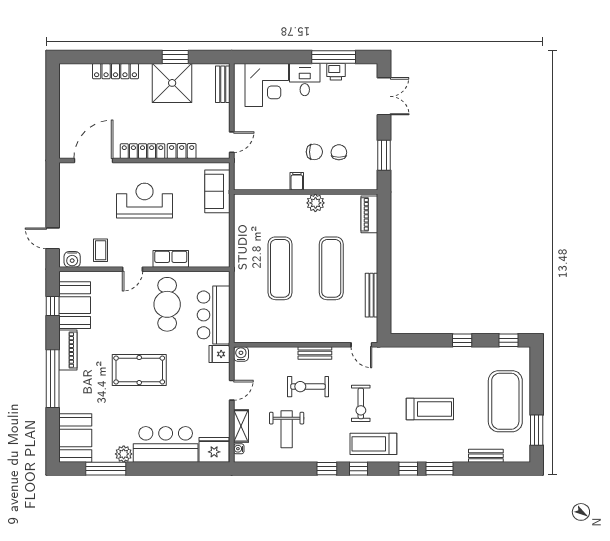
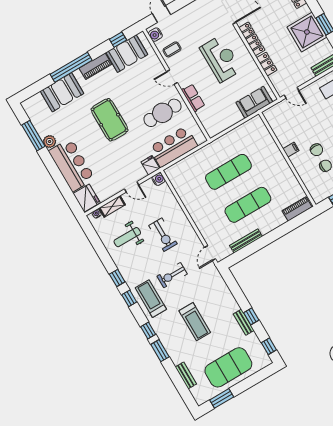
plant: (315, 203) -> (284, 170), removed
bench: (315, 353) -> (244, 322), moved
exercise bike: (308, 387) -> (163, 235), turned 180
booth: (75, 438) -> (62, 92), moved

